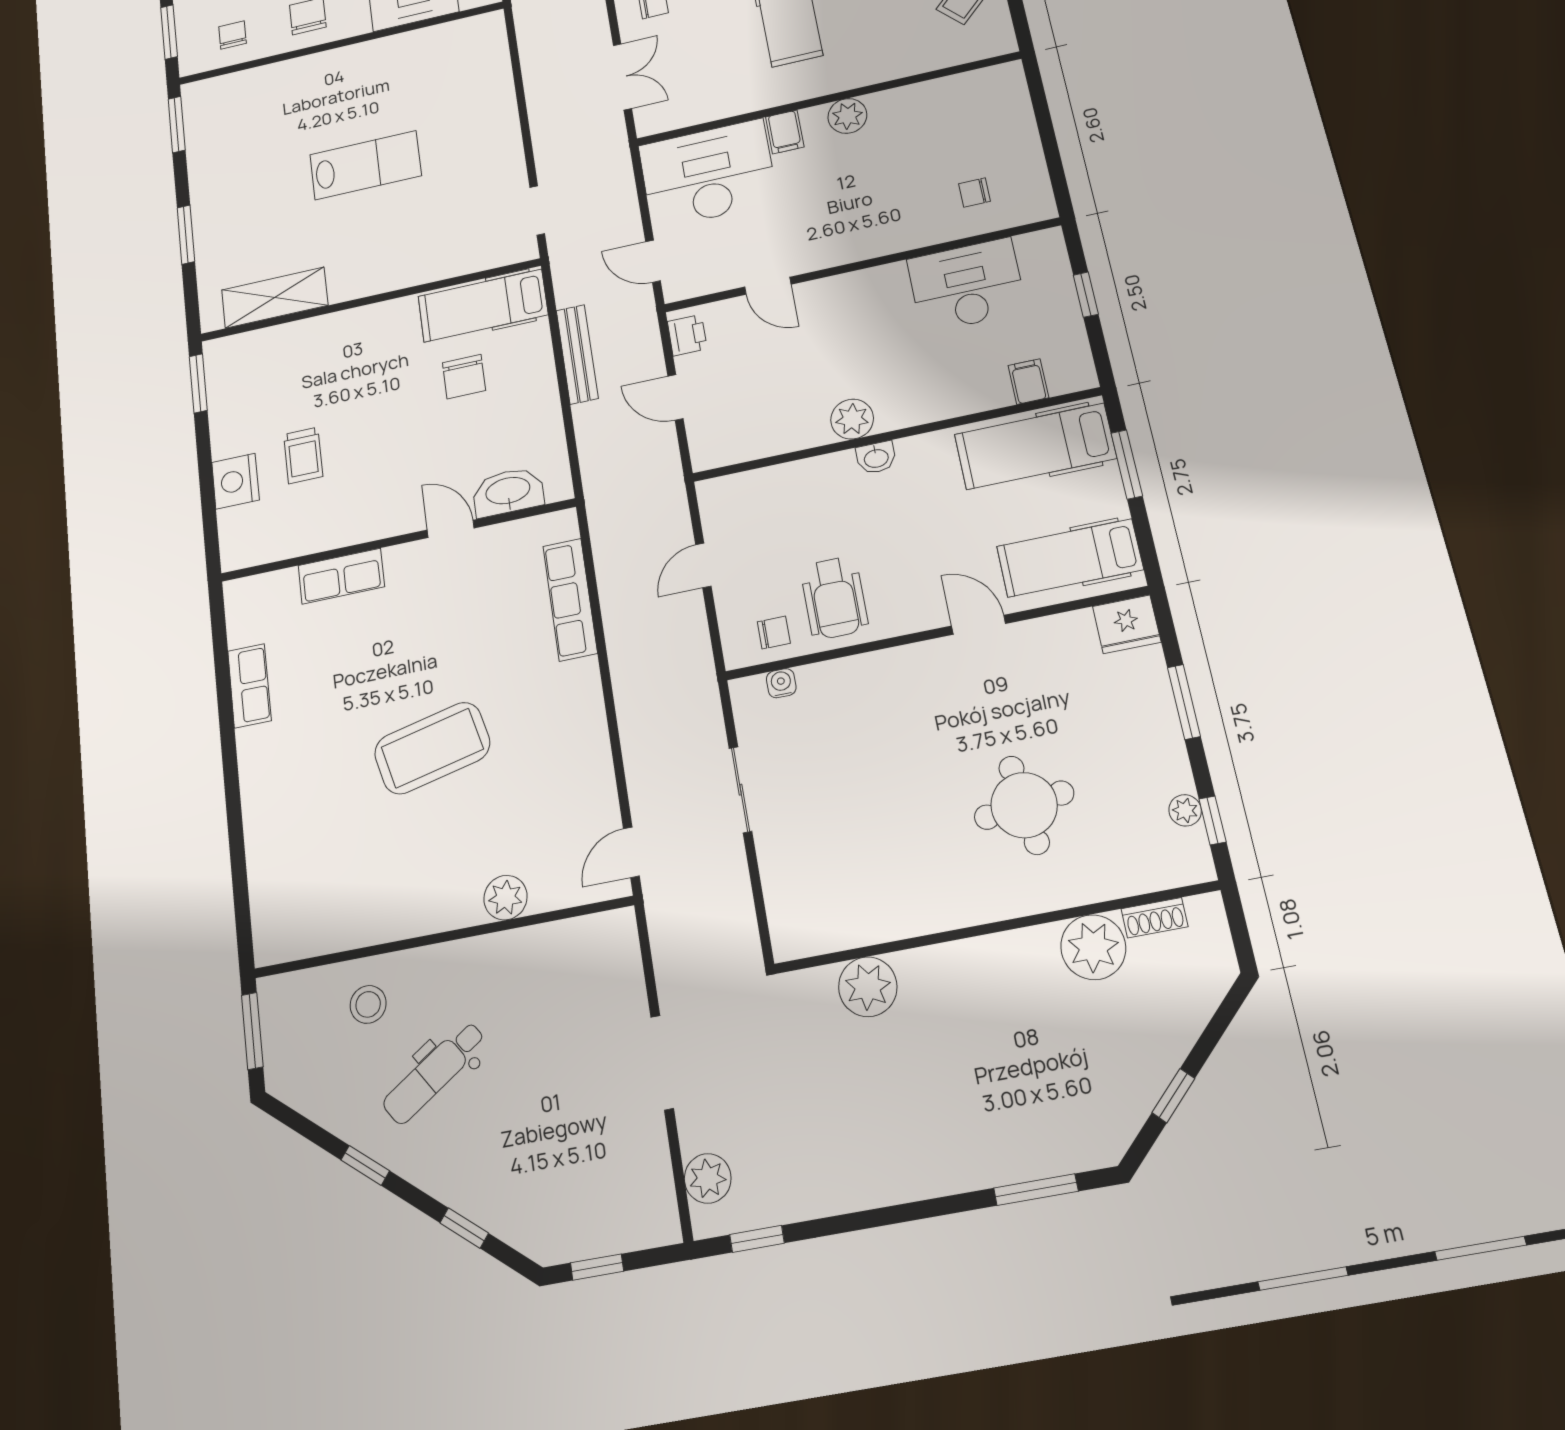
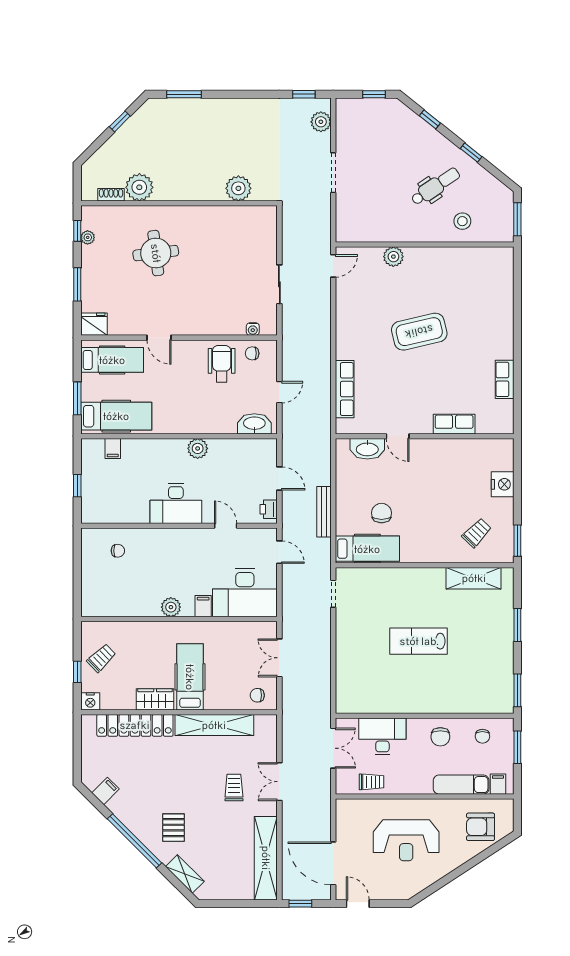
desk: (967, 285) -> (176, 503), moved
trolley: (303, 455) -> (477, 533), moved, turned 44
washbasin: (876, 458) -> (254, 424), moved, width x1.91, depth x1.45

